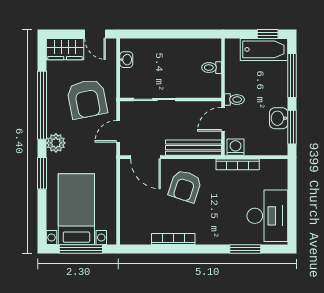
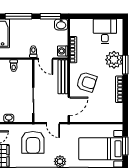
armchair: (87, 99) -> (33, 142), turned 101
washbasin: (279, 118) -> (61, 24), moved
desk: (267, 216) -> (105, 31), width x0.73
plant: (221, 231) -> (114, 60), added
window: (81, 249) -> (125, 146), width x0.69
window: (245, 249) -> (125, 65), moved

